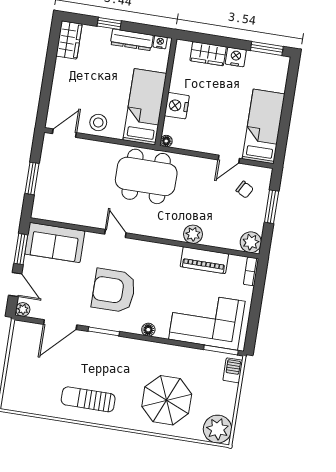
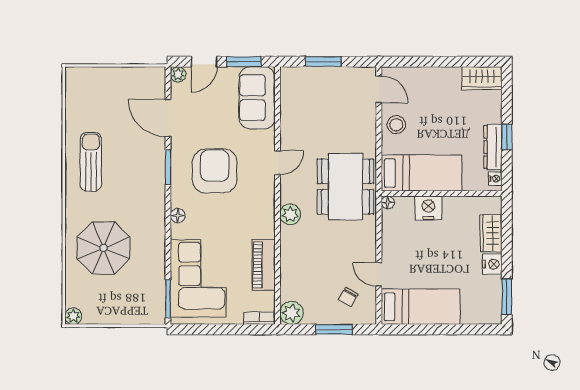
window: (109, 24) -> (507, 137), moved
plant: (193, 234) -> (290, 214), moved
barbecue: (233, 370) -> (148, 315), removed
plant: (218, 429) -> (73, 316), width x0.53, depth x0.53

